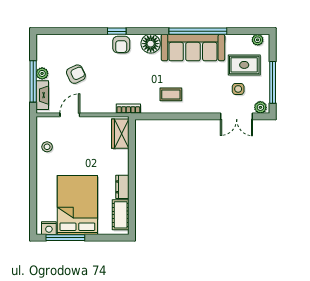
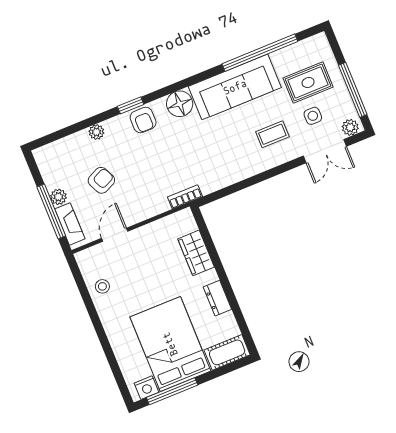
window: (198, 31) -> (260, 53), moved
plant: (258, 40) -> (96, 132), moved
coffee table: (171, 94) -> (272, 134), moved
wardrobe: (120, 134) -> (196, 253), moved
cot: (121, 215) -> (227, 352), moved, turned 90

